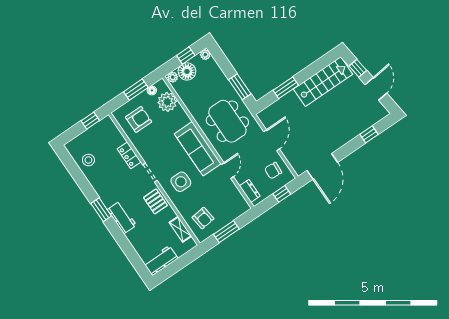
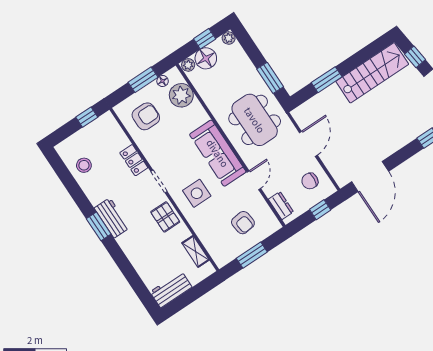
workbench: (122, 217) -> (112, 218), moved
armchair: (203, 218) -> (243, 223), moved

